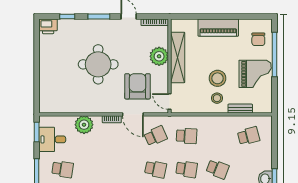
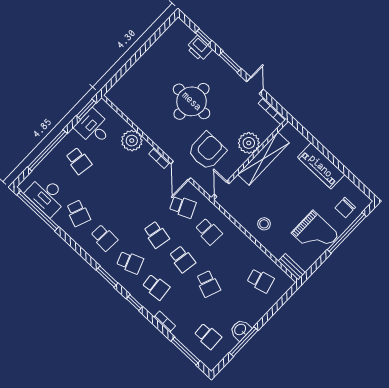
printer: (48, 26) -> (199, 48), moved
stool: (218, 78) -> (280, 208), removed
bench: (240, 109) -> (292, 267), moved

